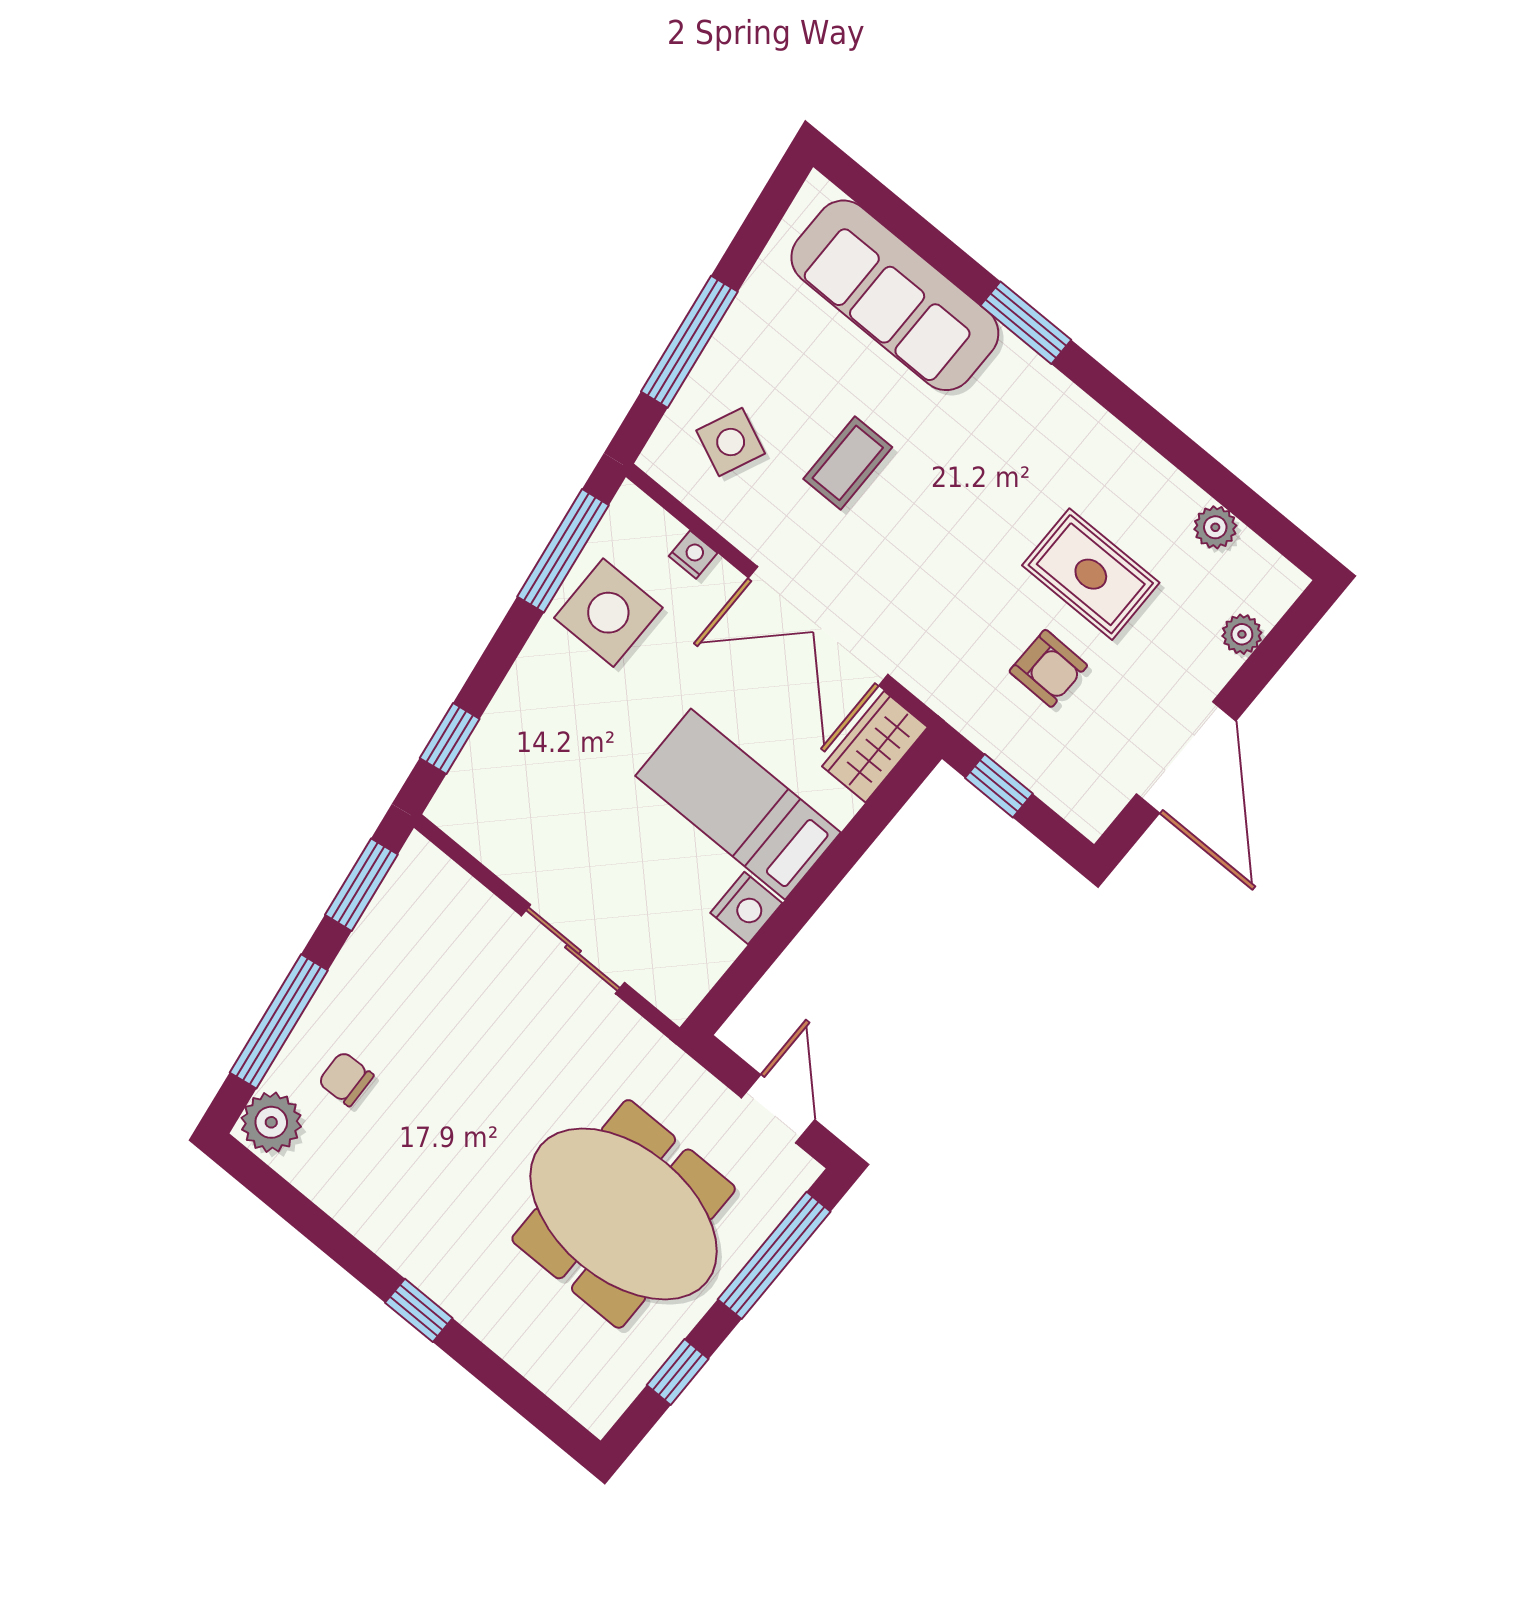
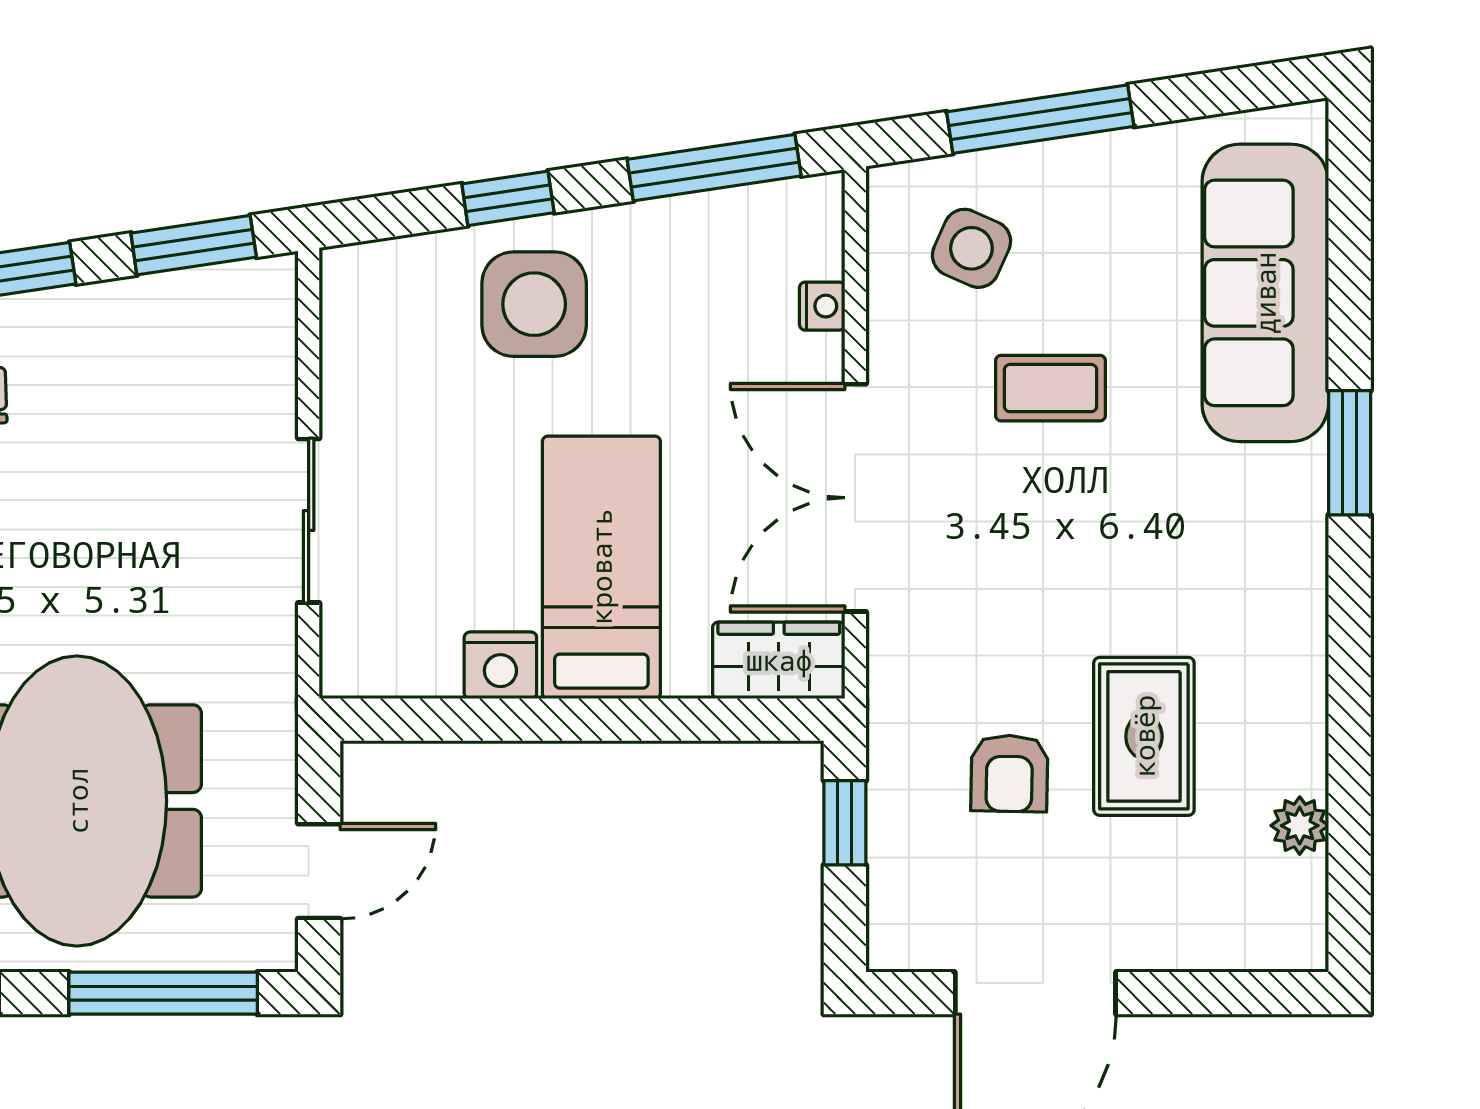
side table: (608, 613) -> (534, 304), moved
plant: (1242, 634) -> (1211, 945), removed
window: (450, 738) -> (508, 198), moved

